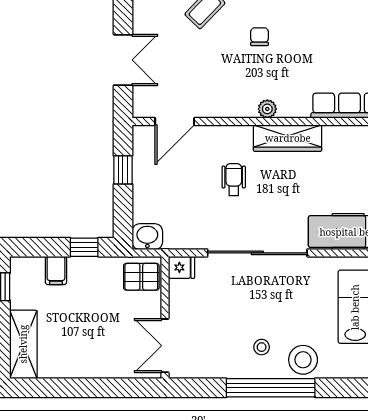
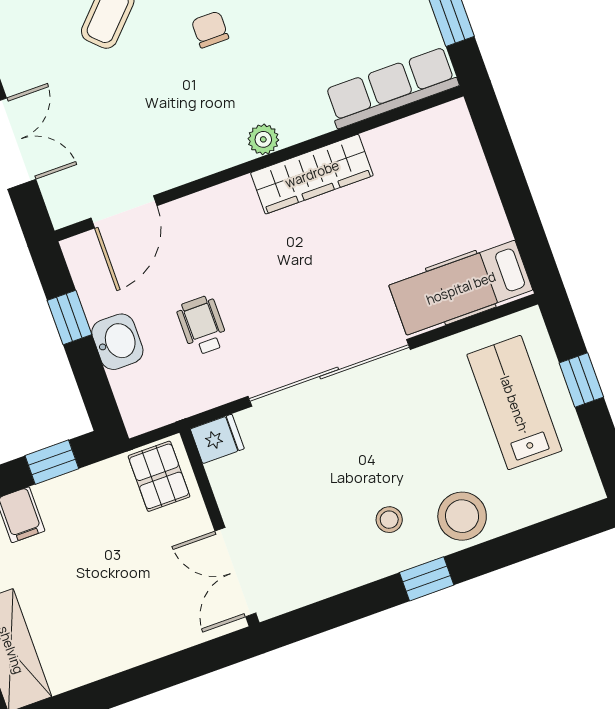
wheelchair: (234, 180) -> (202, 325), moved
washbasin: (147, 237) -> (117, 342), moved, turned 90
pallet: (141, 277) -> (159, 476), turned 90
window: (271, 388) -> (427, 579), width x0.32

